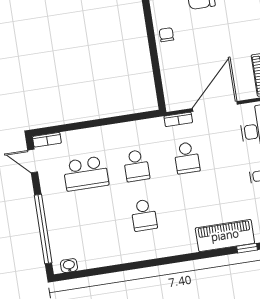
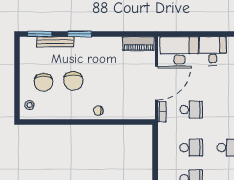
door: (215, 106) -> (156, 83), swing flipped

